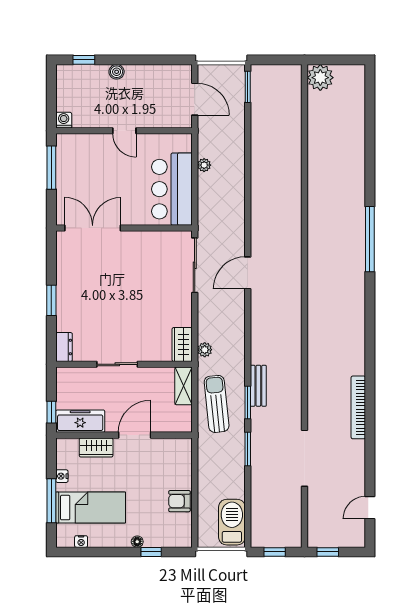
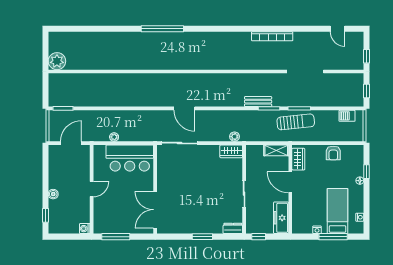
shelving: (184, 386) -> (276, 150), moved
sun lounger: (217, 404) -> (296, 122), moved, turned 180
window: (51, 412) -> (259, 237), moved
wardrobe: (96, 447) -> (298, 159), moved
barbecue: (232, 522) -> (347, 116), width x0.53, depth x0.65

